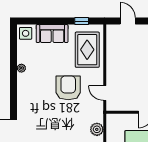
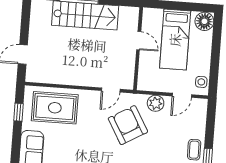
armchair: (68, 88) -> (128, 125), moved, turned 60

